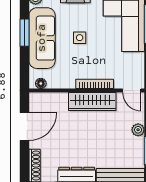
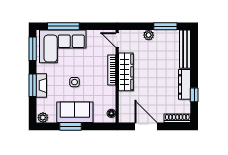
sofa: (42, 38) -> (75, 112), width x0.73
door: (132, 91) -> (117, 40), swing flipped

